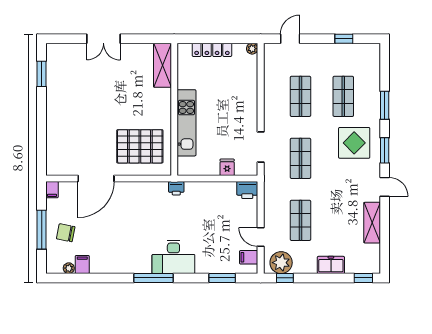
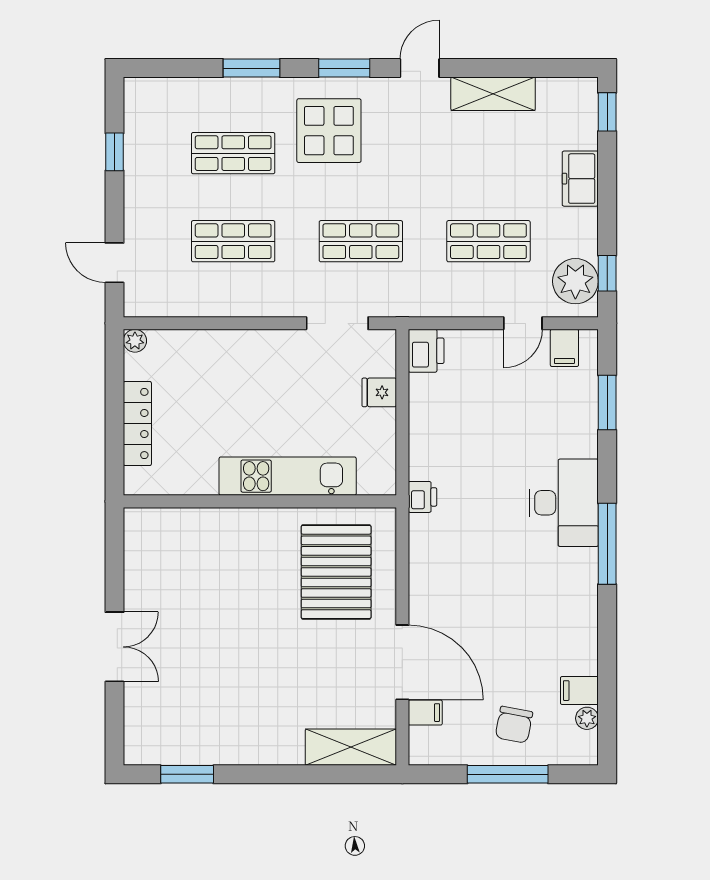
shelving: (162, 65) -> (351, 747), moved
filing cabinet: (52, 190) -> (425, 713), moved

